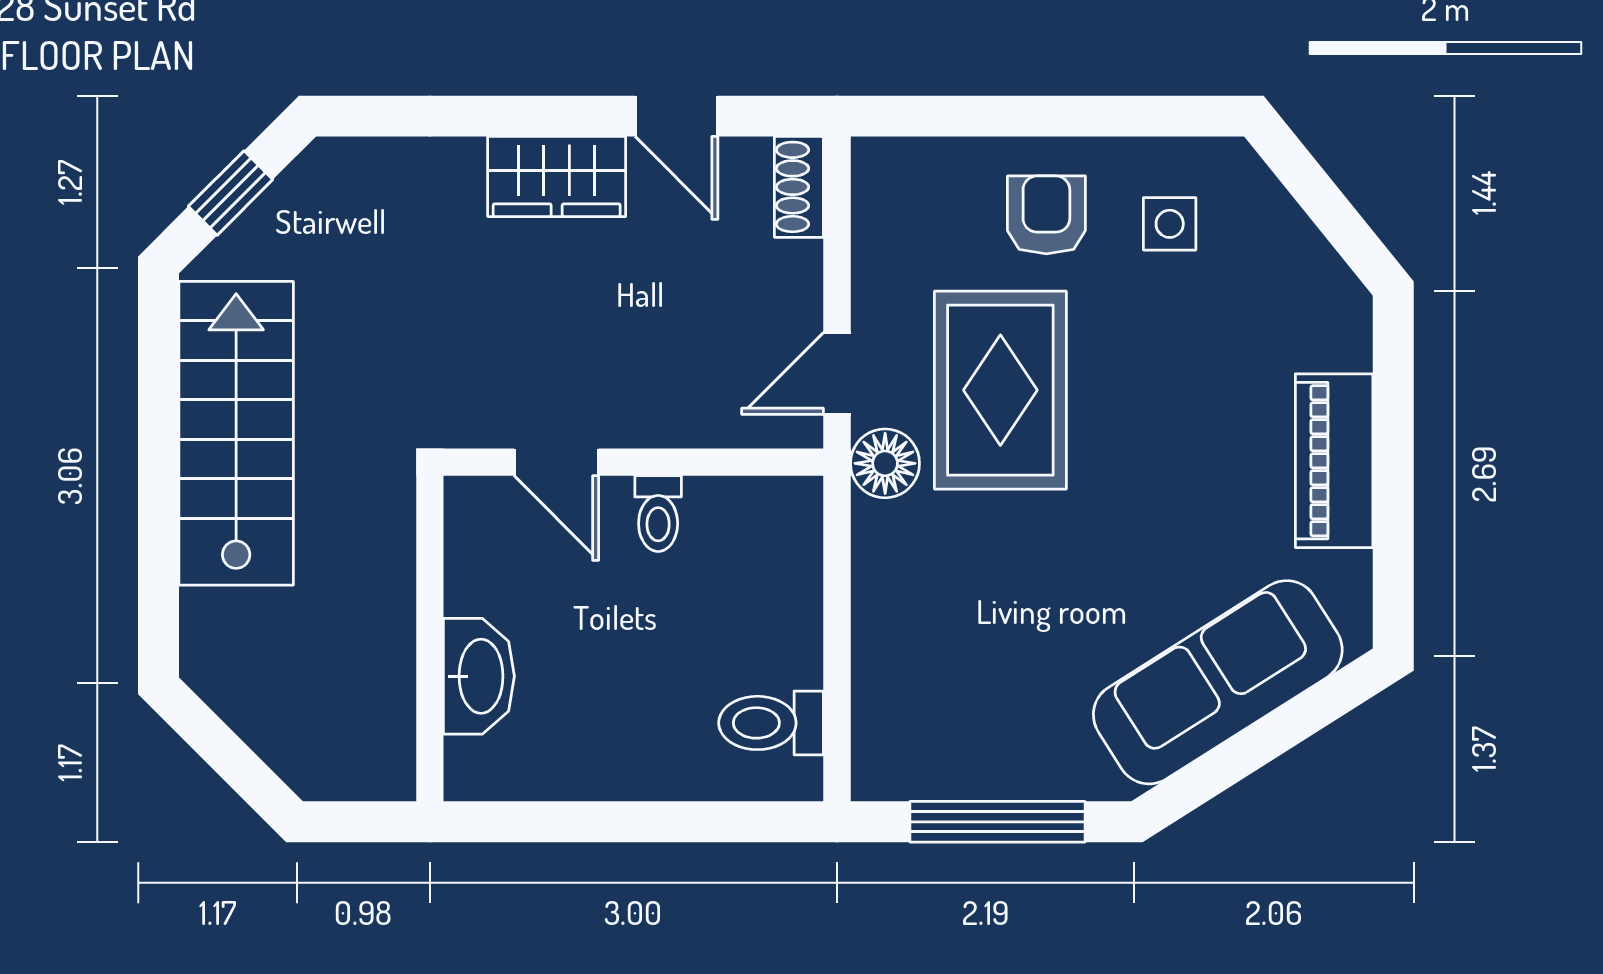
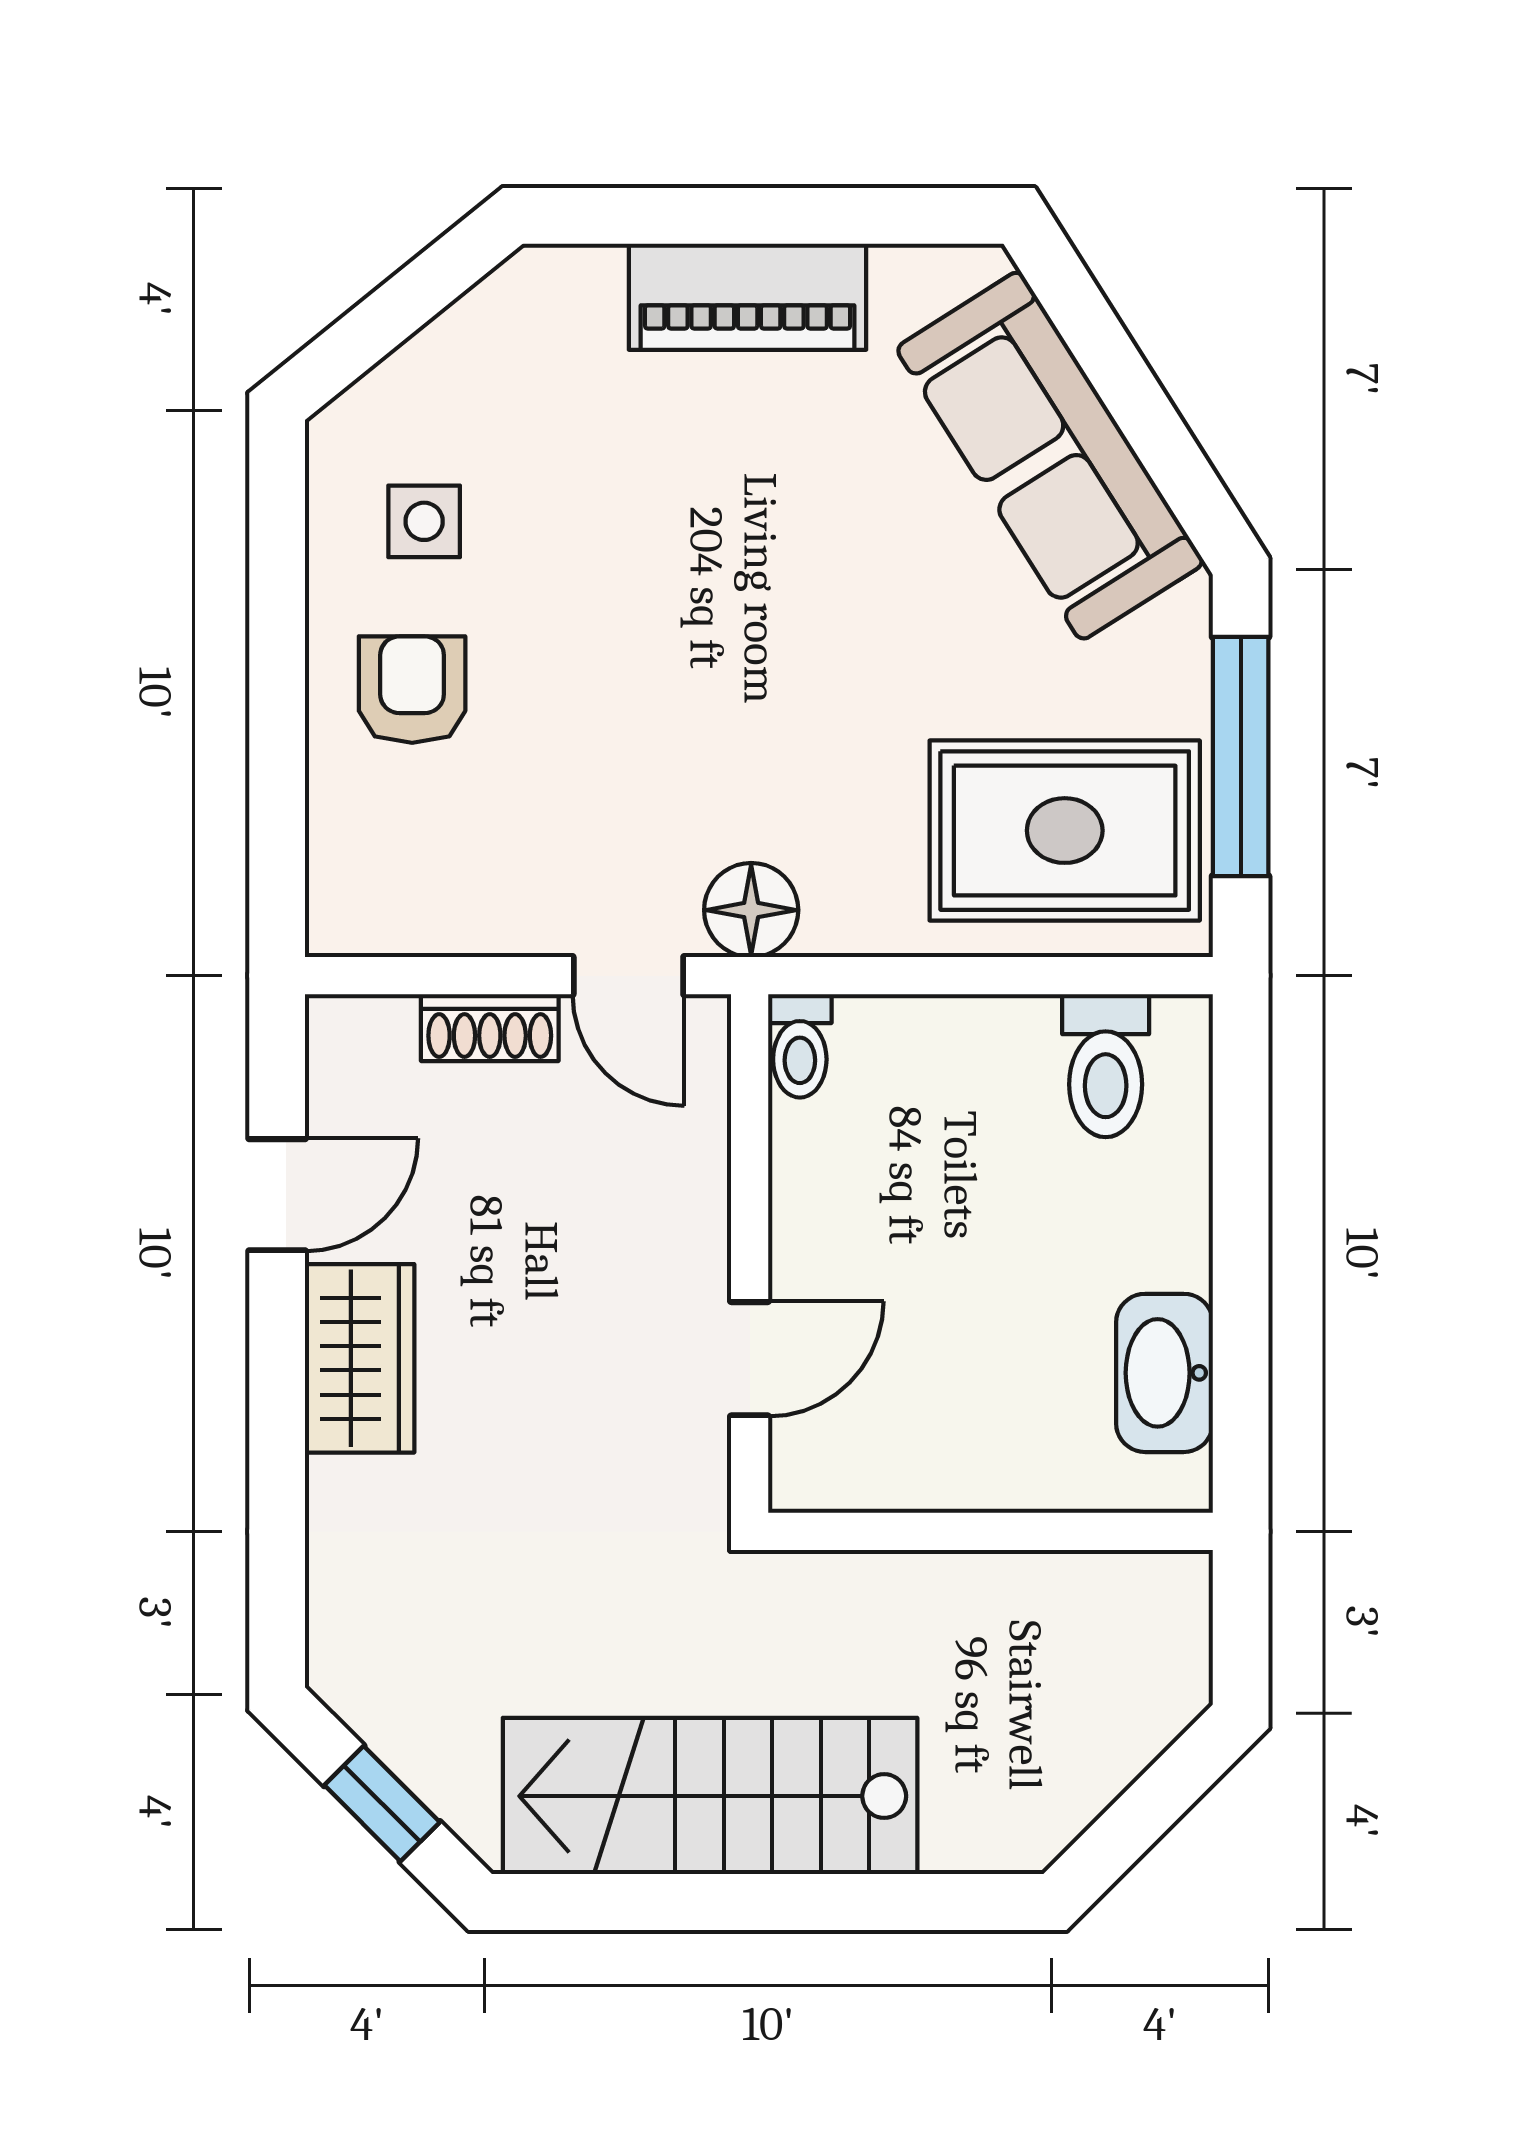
shoe rack: (799, 187) -> (490, 1028), moved
armchair: (1046, 215) -> (412, 690), turned 90
rug: (1000, 390) -> (1065, 831), moved
toilet: (658, 514) -> (800, 1046), moved, turned 90
washbasin: (479, 676) -> (1164, 1373), moved, turned -90

